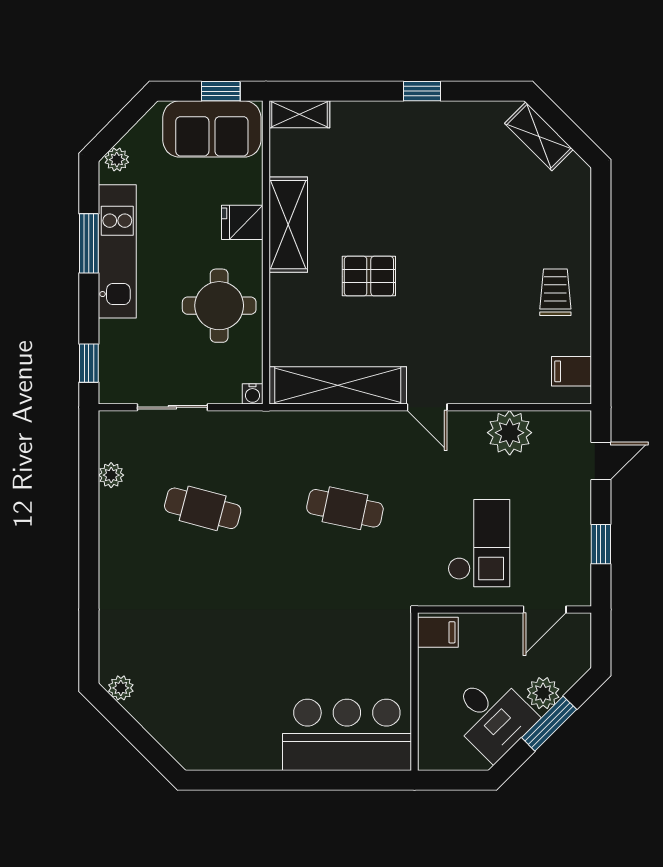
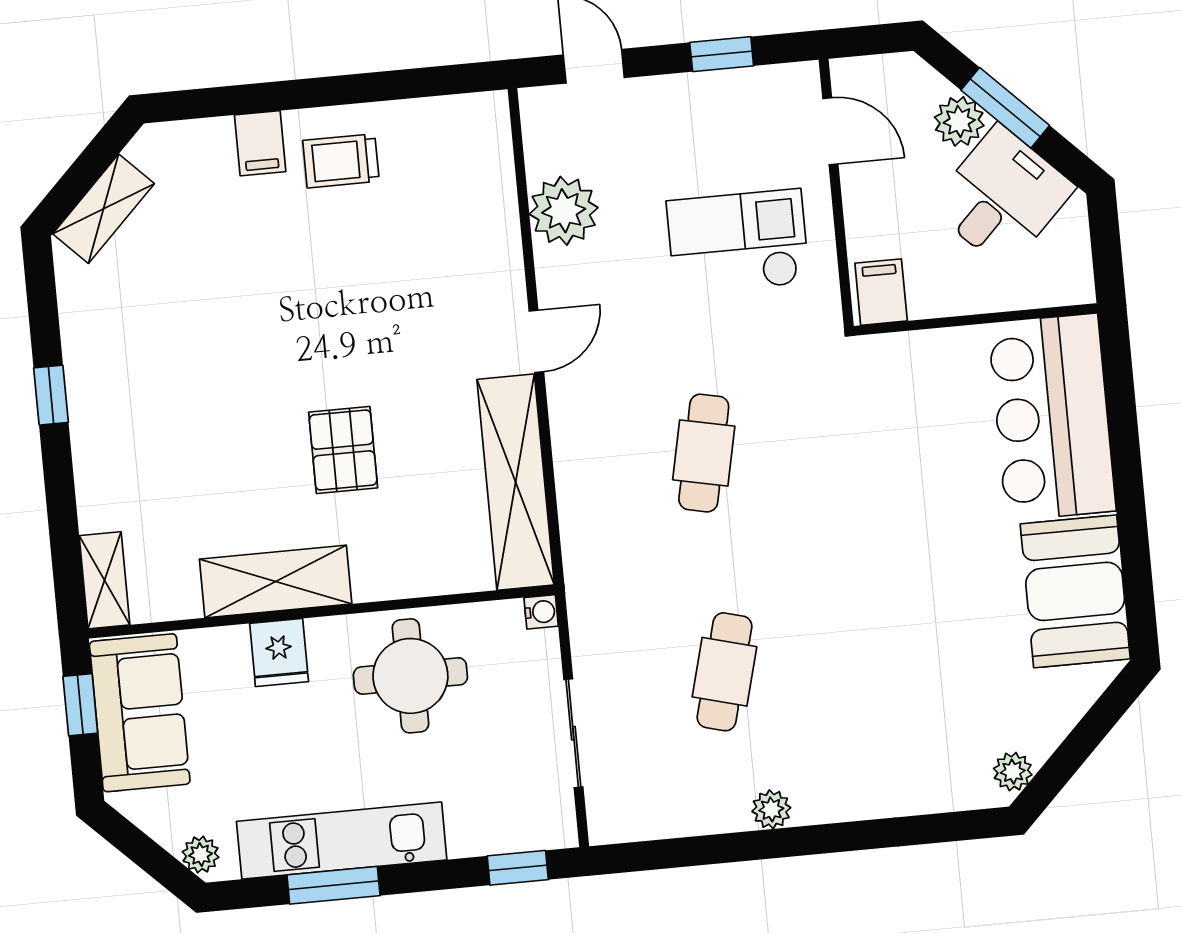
filing cabinet: (572, 371) -> (260, 143), moved
plant: (111, 475) -> (771, 809), moved
booth: (233, 739) -> (1075, 591), added

